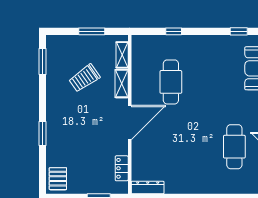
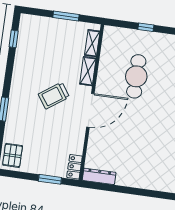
window: (43, 62) -> (14, 39), width x0.67
trolley: (84, 78) -> (54, 96), moved
locker: (122, 168) -> (74, 167), moved

